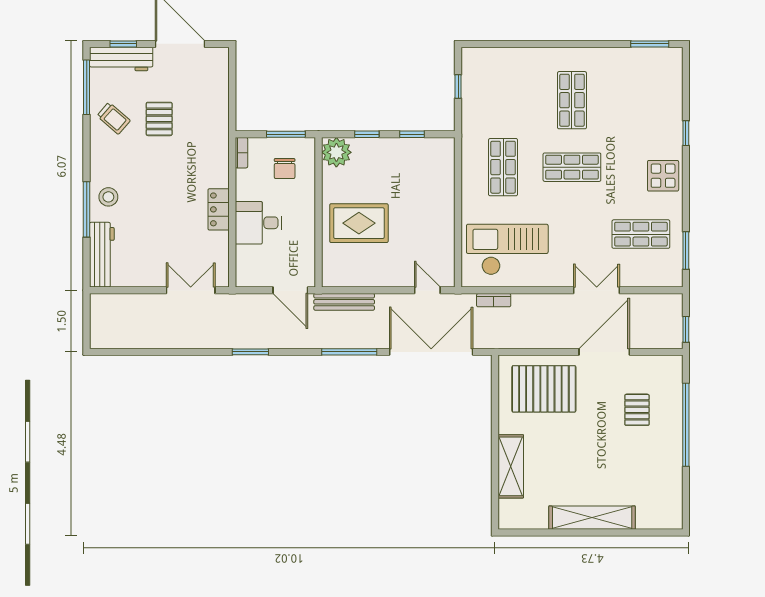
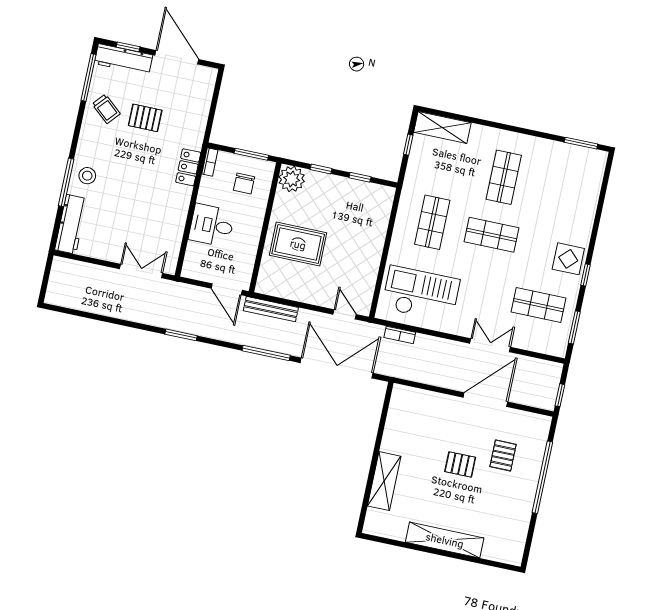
shelving: (492, 59) -> (442, 127), added
pallet: (159, 119) -> (145, 118), turned 90
window: (686, 133) -> (585, 275), moved
locker: (219, 209) -> (188, 167), moved
pallet: (544, 389) -> (460, 464), moved, width x0.49, depth x0.50

